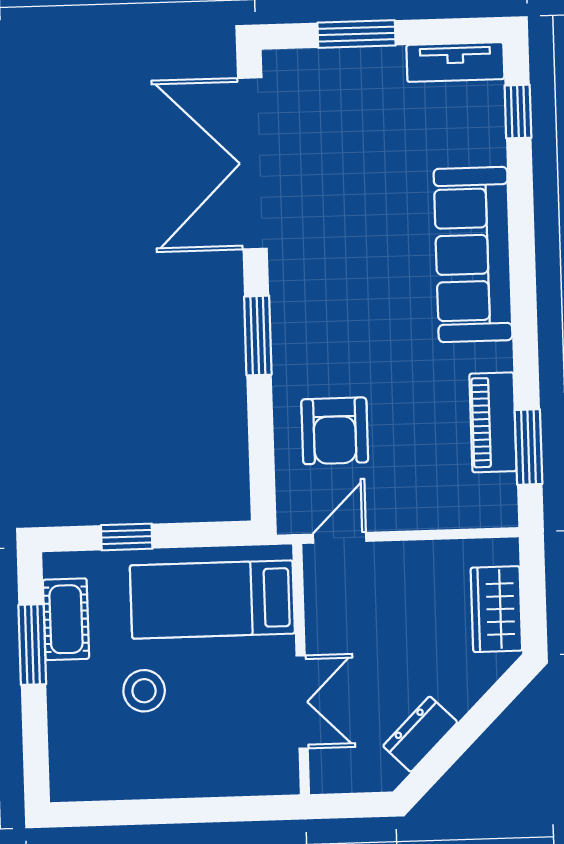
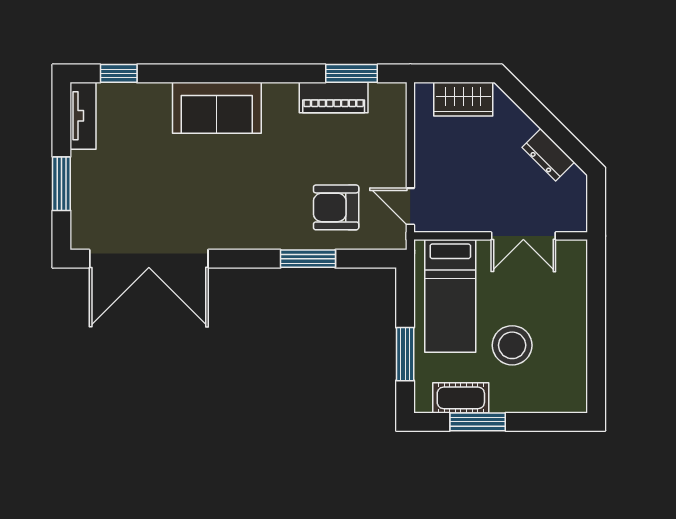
sofa: (473, 254) -> (217, 108), width x0.73
window: (258, 336) -> (308, 259), moved
armchair: (335, 431) -> (336, 207), turned 180
window: (127, 537) -> (405, 354), width x1.50
stool: (144, 691) -> (512, 345), width x1.38, depth x1.38
double door: (302, 702) -> (523, 236), swing flipped

